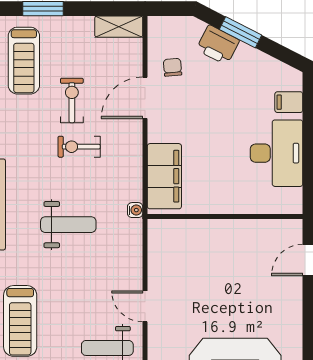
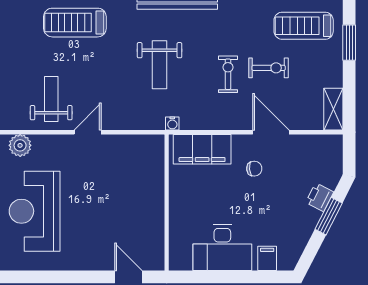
printer: (218, 45) -> (320, 197), width x0.73, depth x0.81
chair: (173, 67) -> (254, 169), moved

